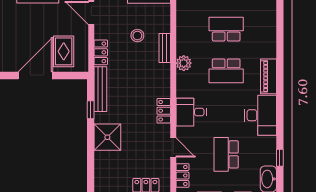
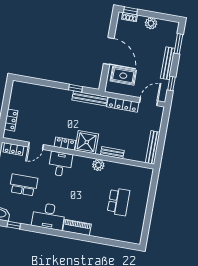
stool: (137, 36) -> (125, 134), removed
locker: (101, 52) -> (123, 105), width x1.53
school desk: (226, 71) -> (87, 196), removed
shower: (107, 137) -> (87, 142), moved

